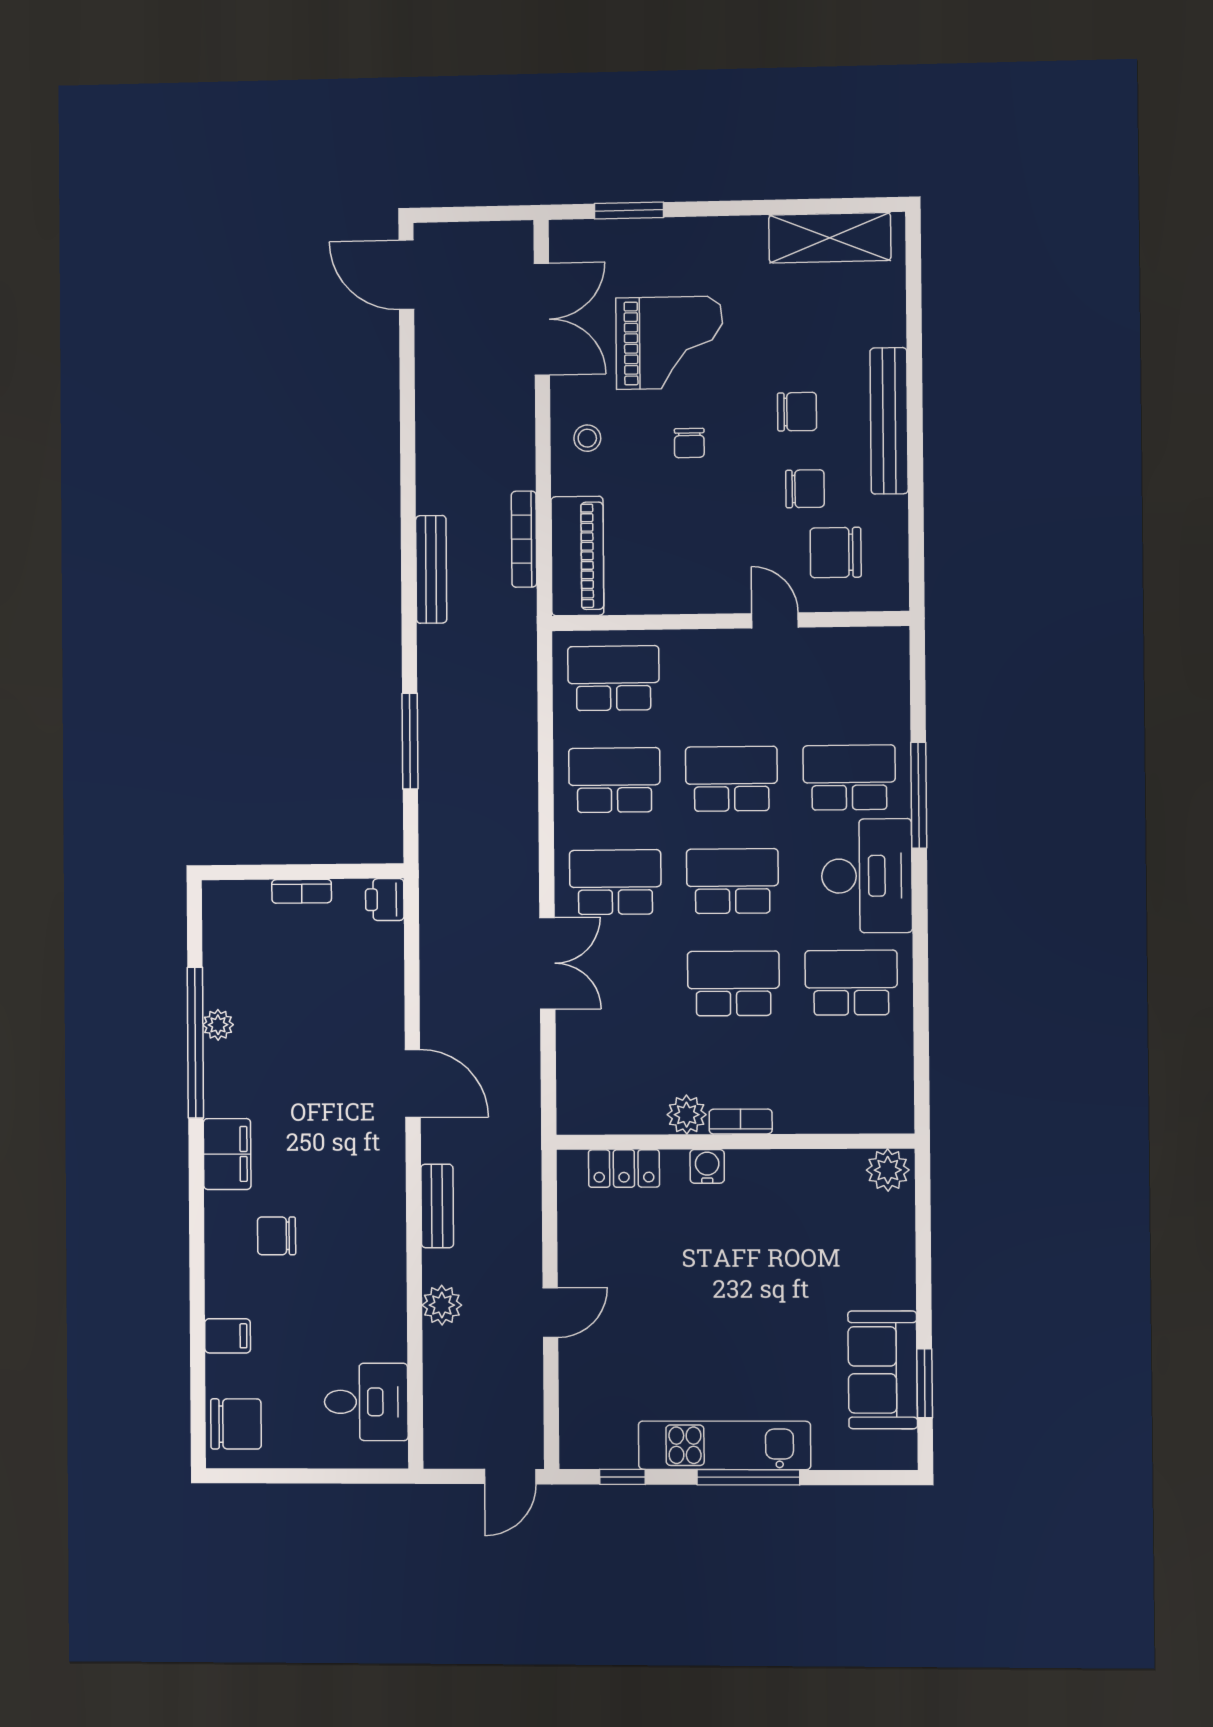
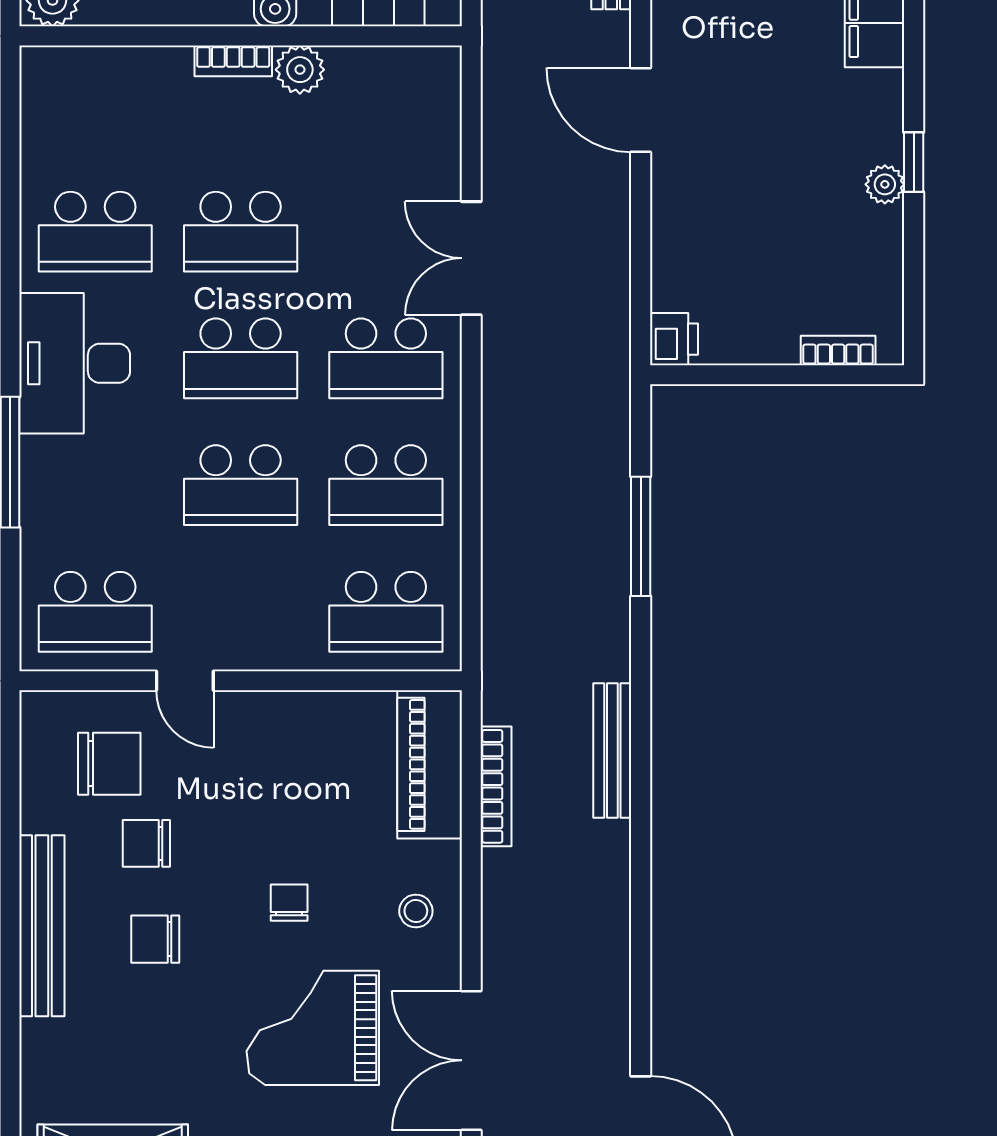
school desk: (849, 777) -> (95, 612), moved
bookcase: (302, 891) -> (838, 350), moved
window: (195, 1043) -> (914, 162), width x0.32

